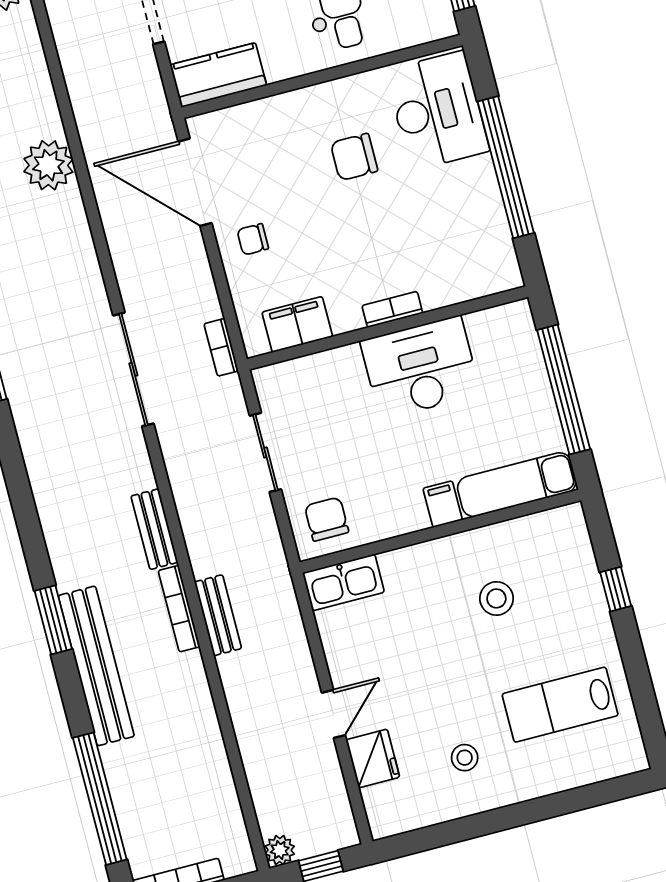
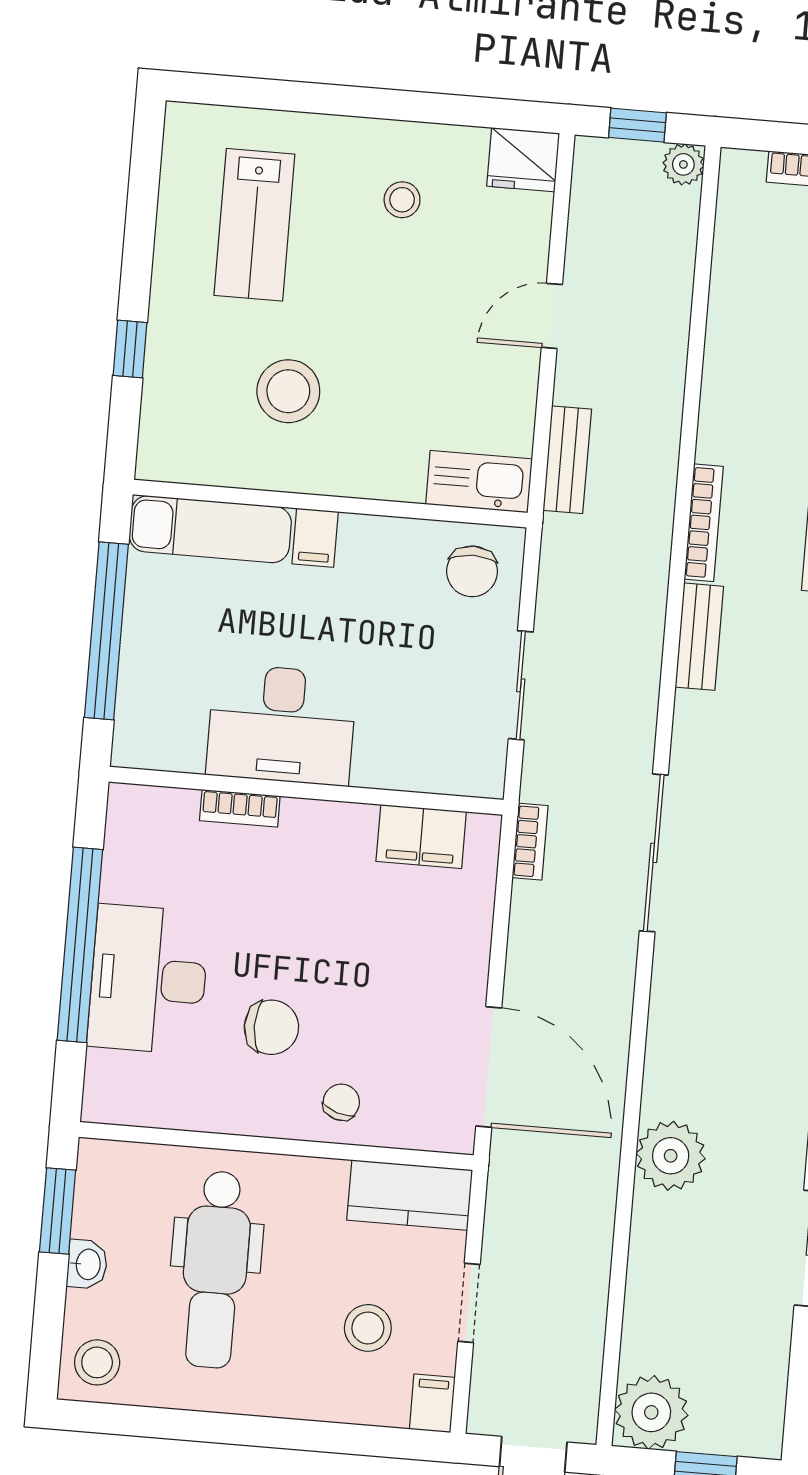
desk: (437, 111) -> (148, 979), moved
chair: (253, 239) -> (341, 1102), moved, turned -72
bookcase: (392, 309) -> (240, 808), moved
stool: (496, 598) -> (288, 391), width x1.38, depth x1.38
bench: (218, 615) -> (567, 460), moved
lab bench: (560, 705) -> (254, 225), turned 90
fridge: (373, 758) -> (523, 160), moved, turned -90

